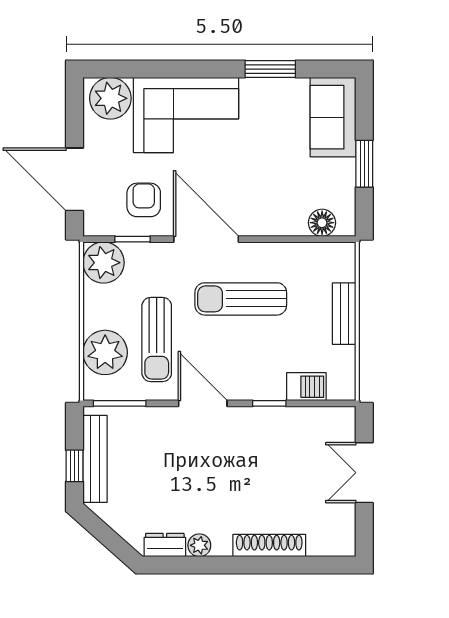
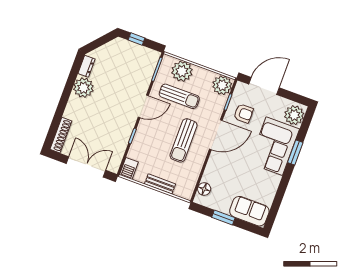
window: (270, 69) -> (295, 153), moved
sun lounger: (241, 299) -> (184, 140), turned 180
sun lounger: (157, 339) -> (179, 96), turned 180
barbecue: (306, 387) -> (129, 168), moved
bench: (95, 459) -> (136, 49), removed
double door: (364, 473) -> (86, 167), width x1.37
plant: (199, 545) -> (83, 88), width x1.87, depth x1.87
shoe rack: (269, 546) -> (61, 135), moved

